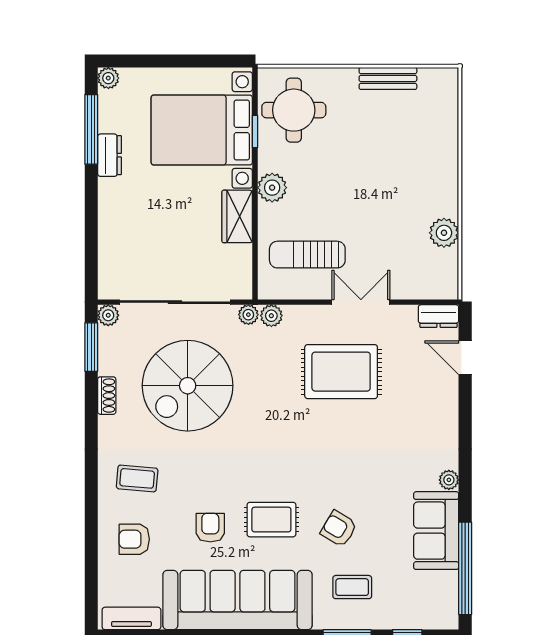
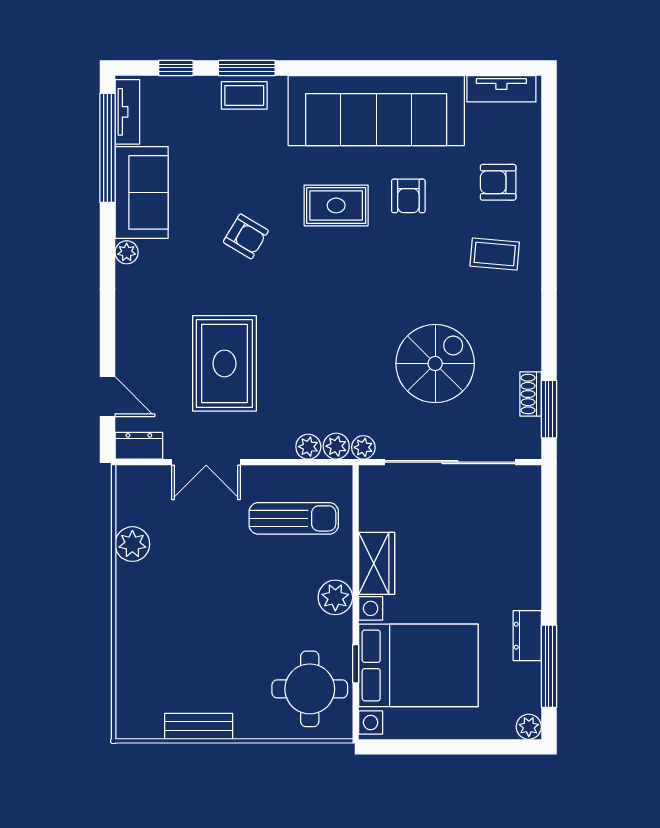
double door: (361, 302) -> (206, 462), moved
plant: (108, 315) -> (308, 447), moved
rug: (341, 372) -> (224, 363), moved, turned 90
spiral stairs: (188, 386) -> (435, 364), width x0.73, depth x0.73
shoe rack: (107, 396) -> (531, 394), moved
armchair: (339, 529) -> (246, 236), moved
armchair: (134, 539) -> (498, 182), turned 180
coffee table: (352, 587) -> (244, 95), moved
tv unit: (448, 599) -> (127, 112), added

